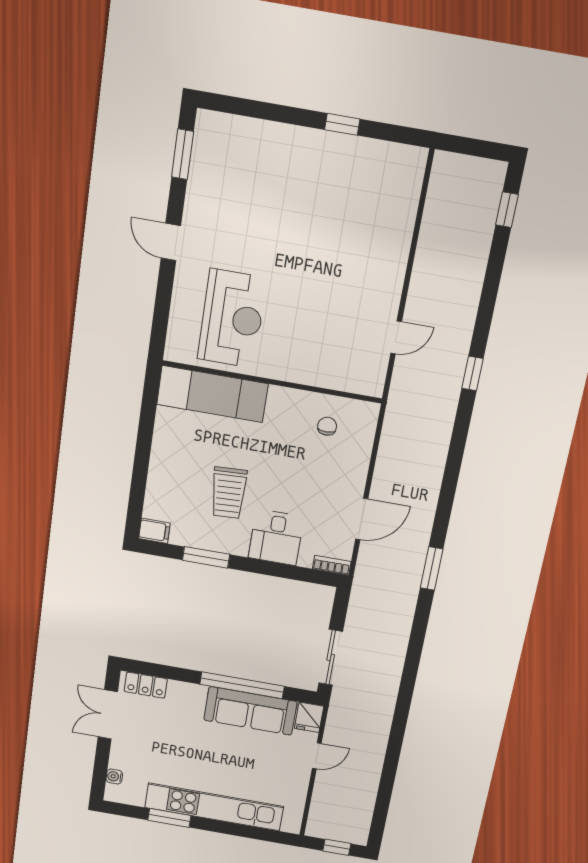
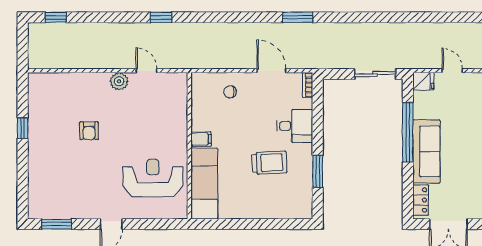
armchair: (320, 232) -> (89, 131), added
plant: (388, 292) -> (119, 81), added
chair: (327, 426) -> (230, 92), moved
filing cabinet: (154, 531) -> (201, 139), moved, turned 90
sofa: (250, 711) -> (426, 151), moved

